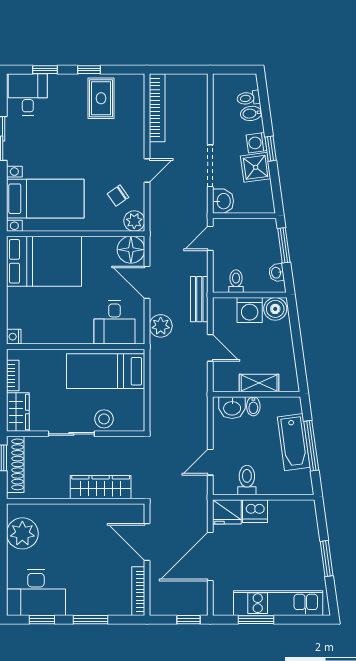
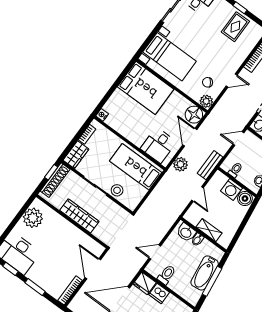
wardrobe: (101, 487) -> (79, 216), moved

